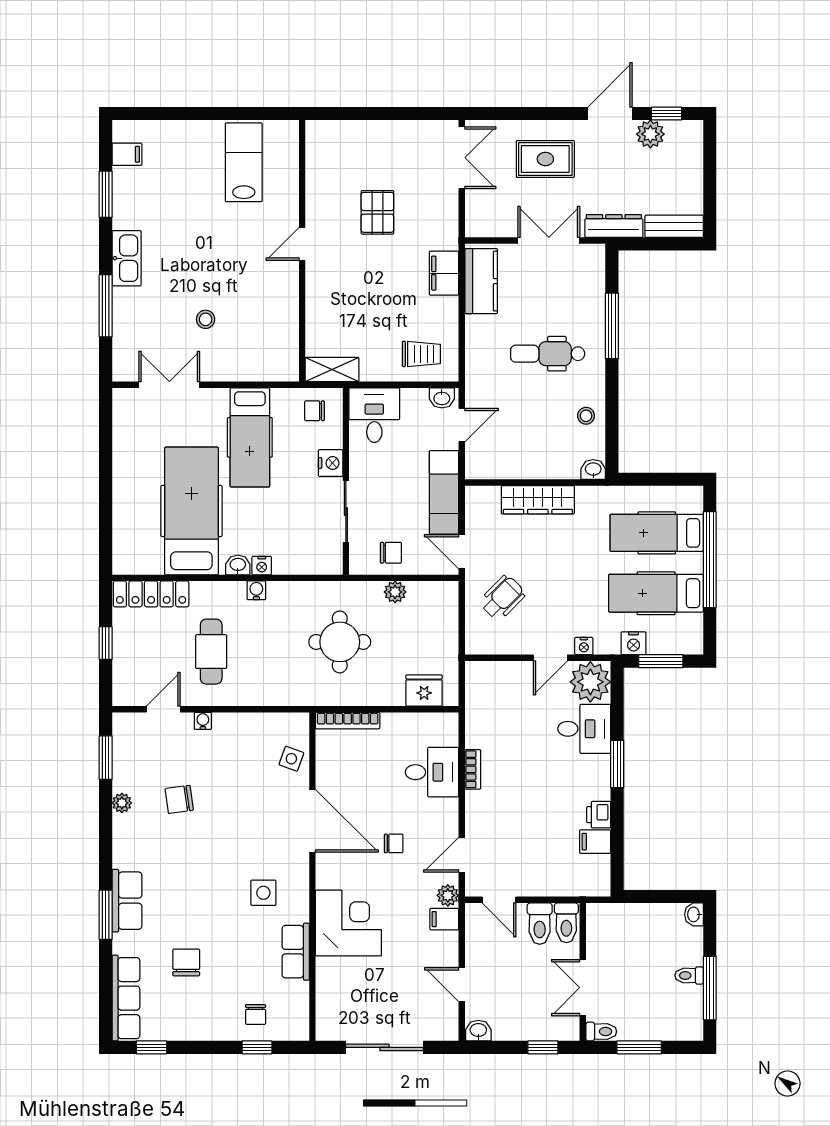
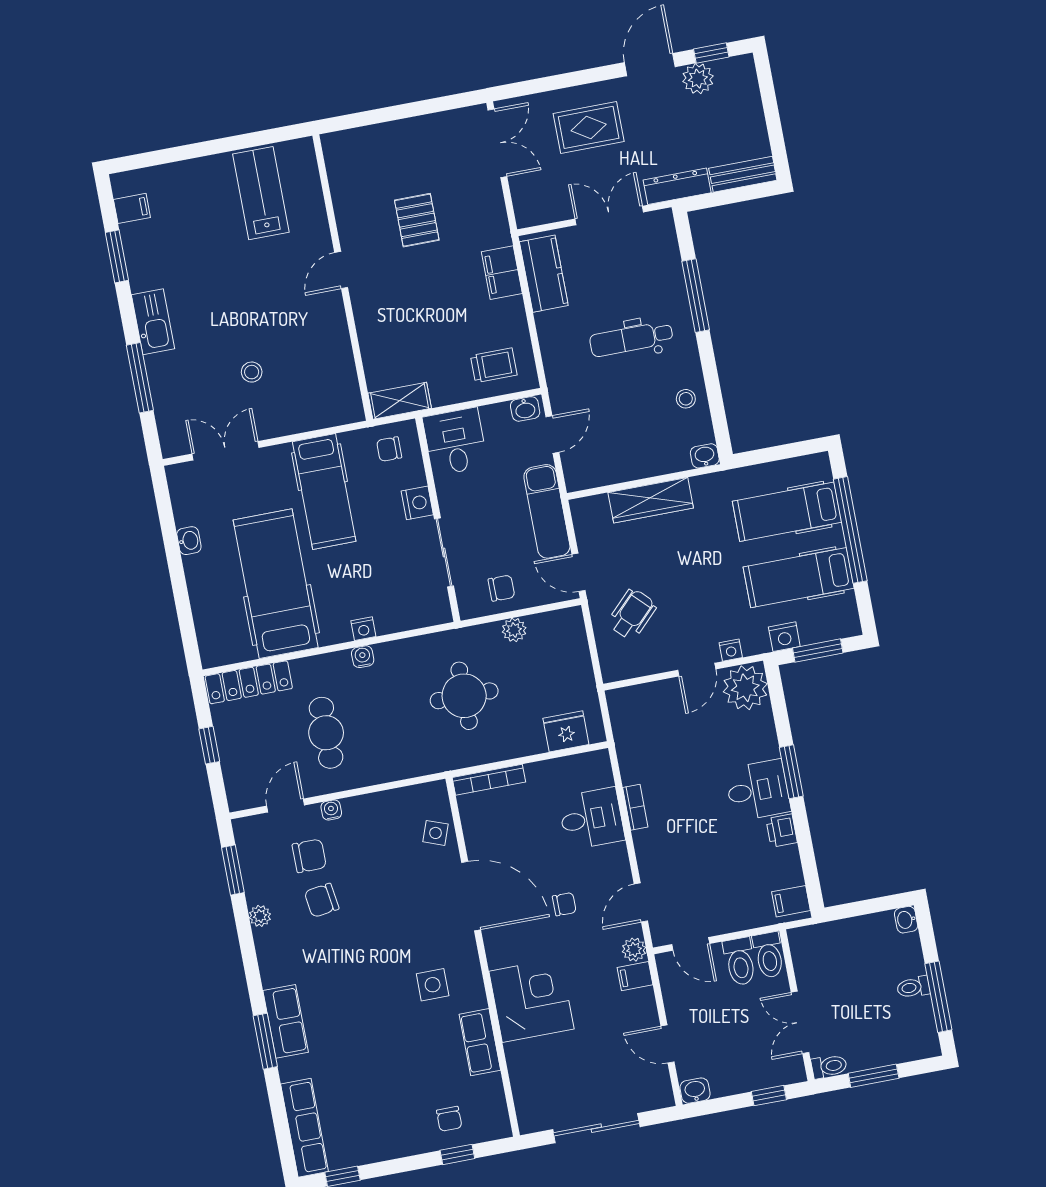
washbasin: (238, 565) -> (189, 541), moved, turned 90
desk: (584, 729) -> (758, 790), moved
filing cabinet: (595, 842) -> (791, 901), moved
chair: (186, 963) -> (309, 856), moved, turned 90

